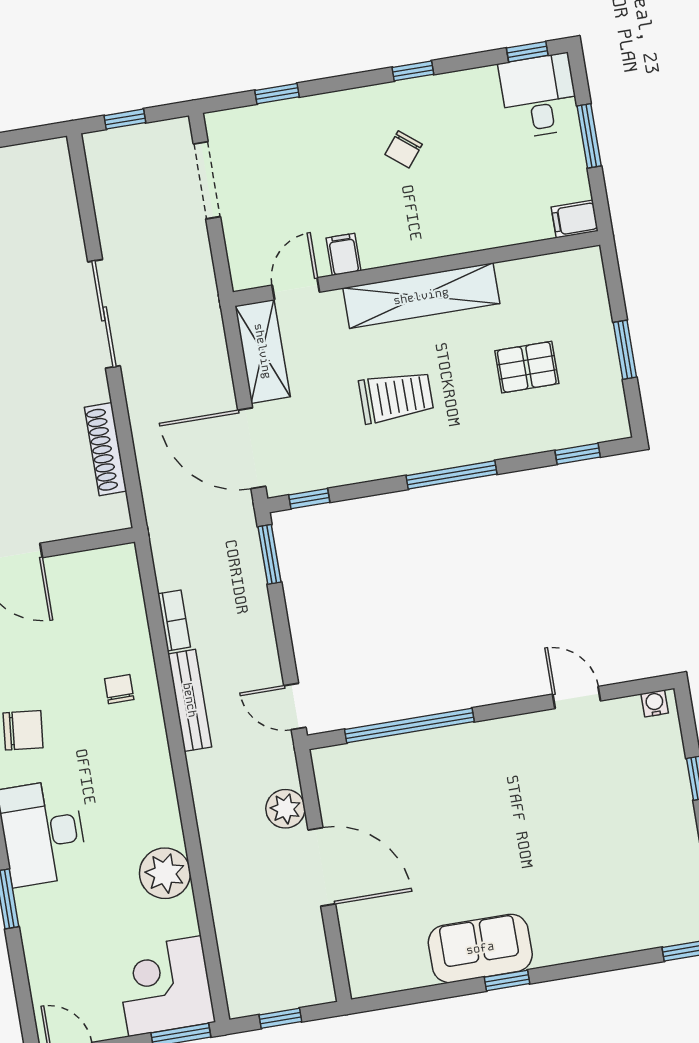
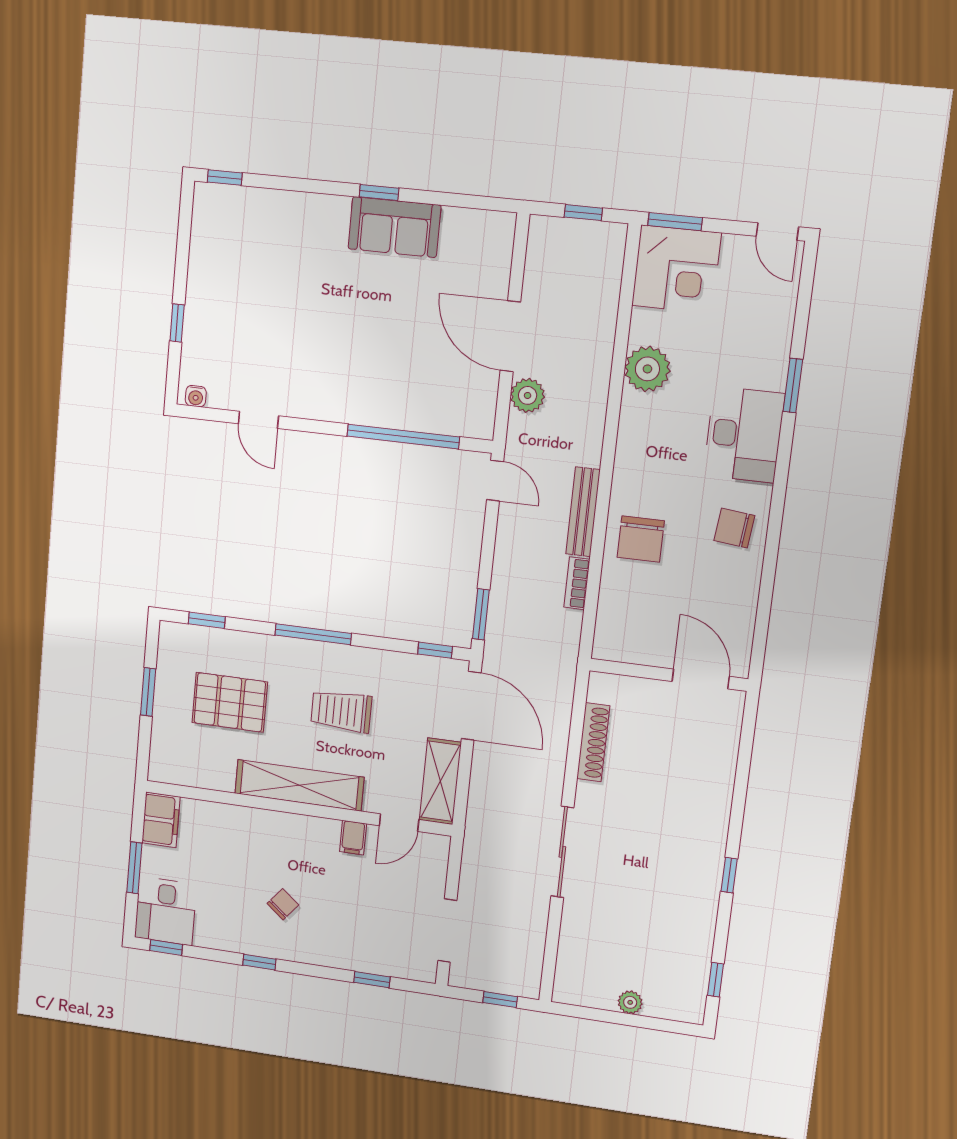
filing cabinet: (575, 219) -> (161, 820), width x2.00
pallet: (527, 367) -> (230, 702), width x1.50, depth x1.42
chair: (119, 689) -> (641, 539), width x1.87, depth x1.87

